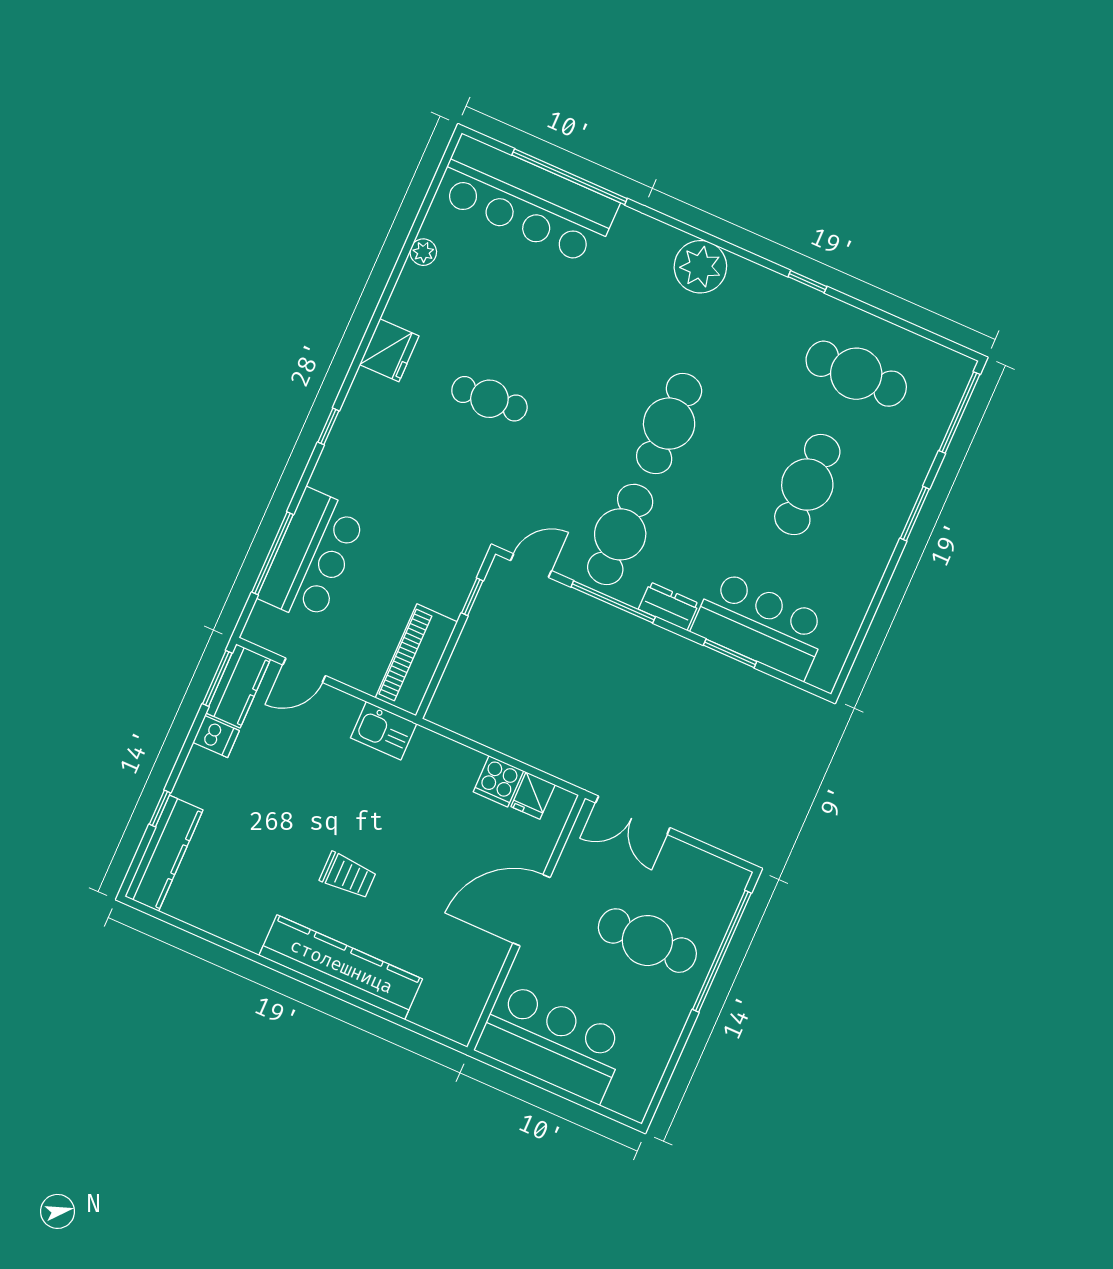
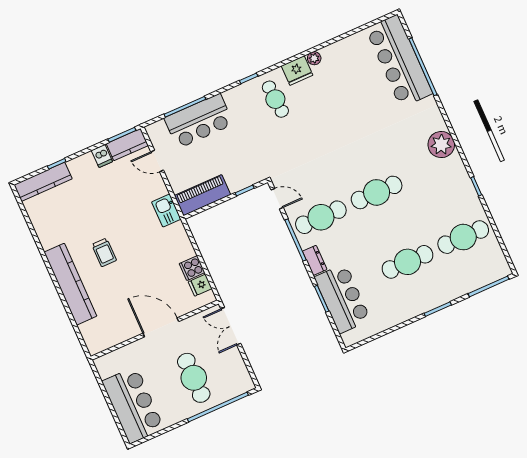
plant: (423, 252) -> (314, 58), moved
cafe table: (856, 374) -> (463, 237), turned 90
cafe table: (489, 399) -> (275, 99), moved
bar counter: (552, 1043) -> (133, 405), moved

